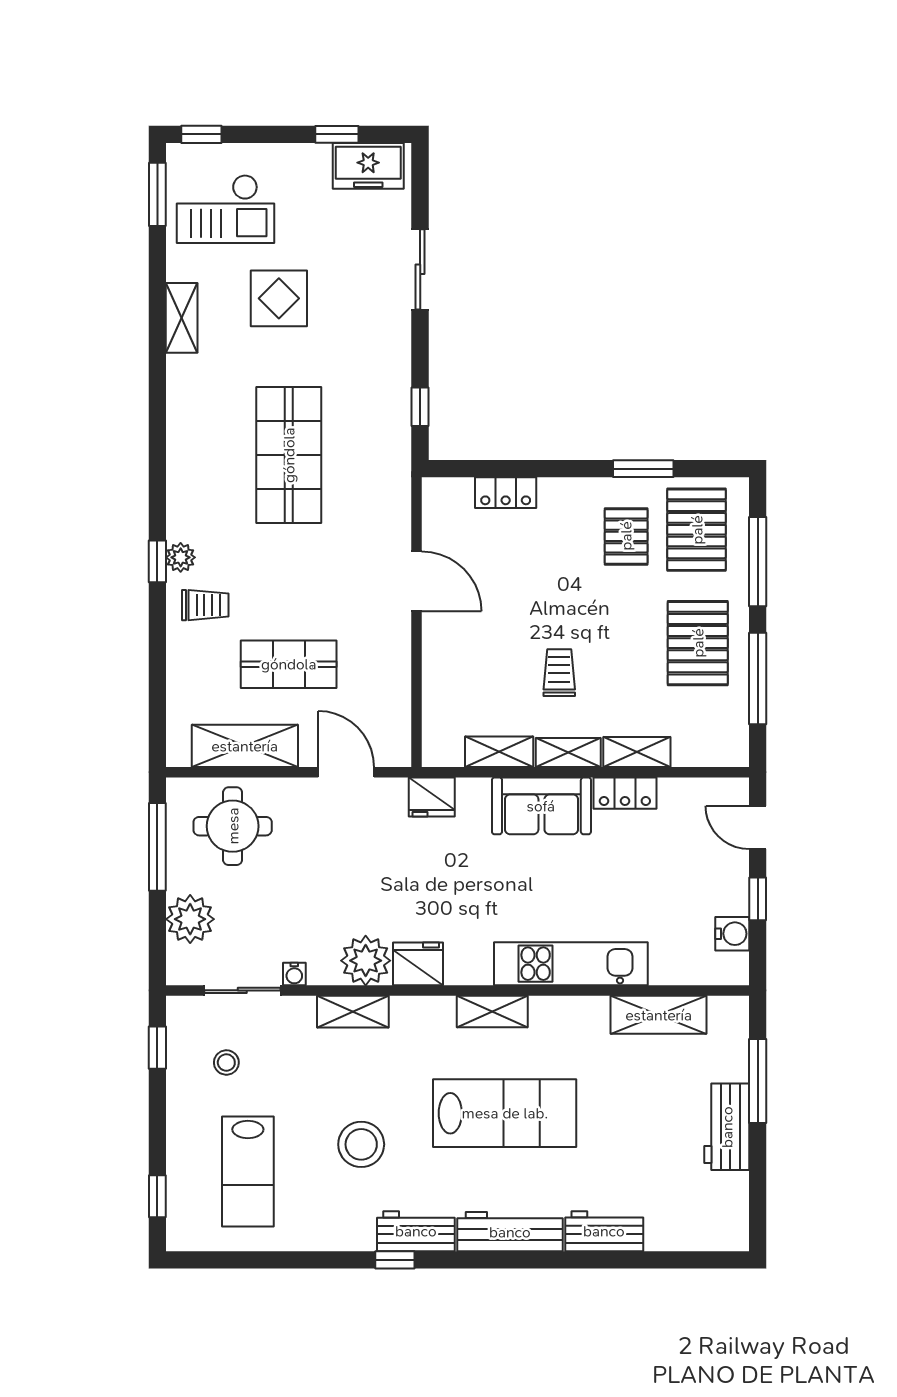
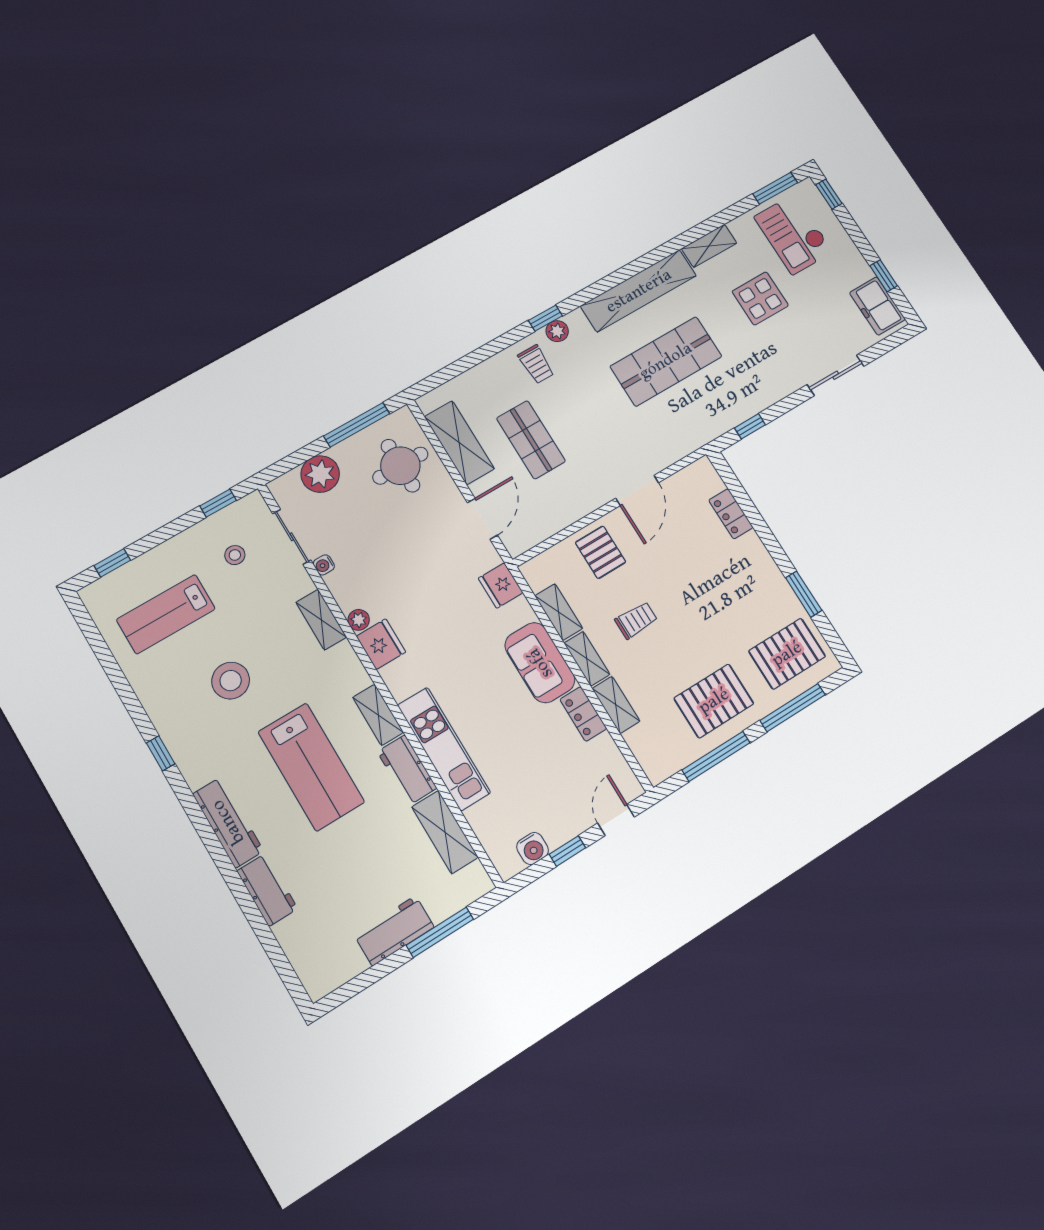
shelving: (187, 434) -> (639, 291), added
pallet: (626, 536) -> (601, 552), moved, turned 90
plant: (366, 961) -> (359, 620), width x0.53, depth x0.53
workbench: (416, 1231) -> (407, 770), moved, turned 180

